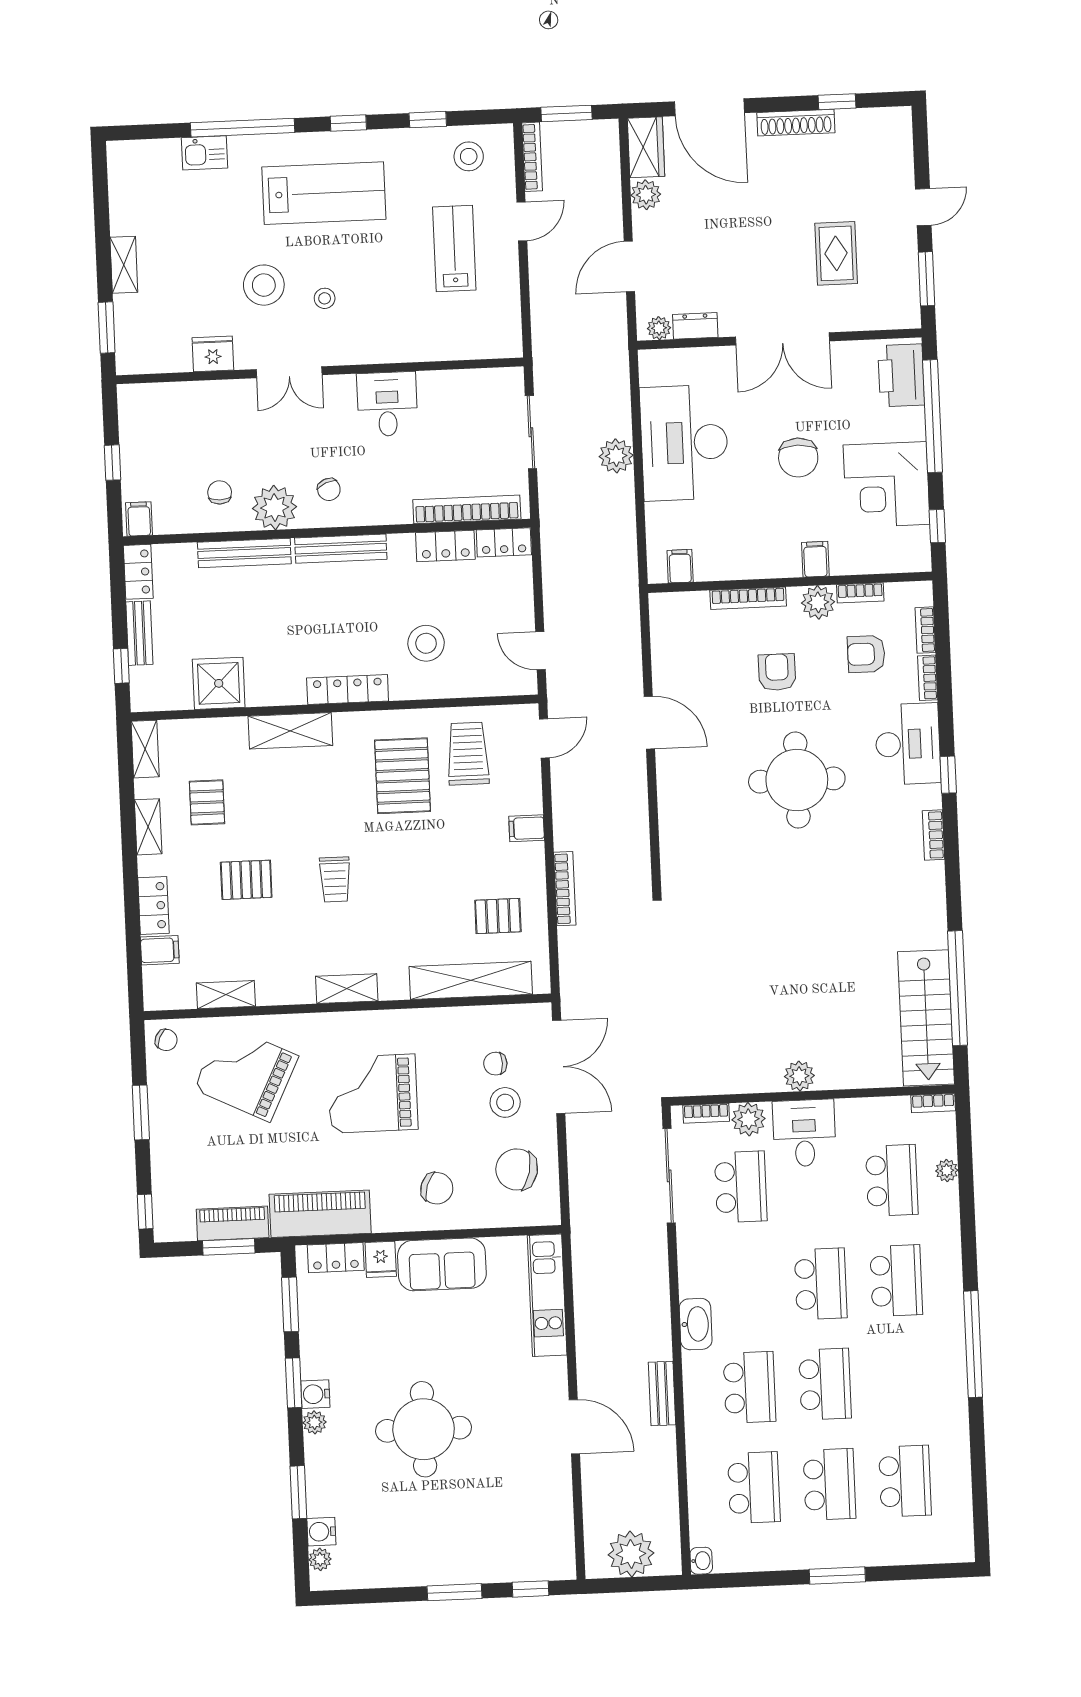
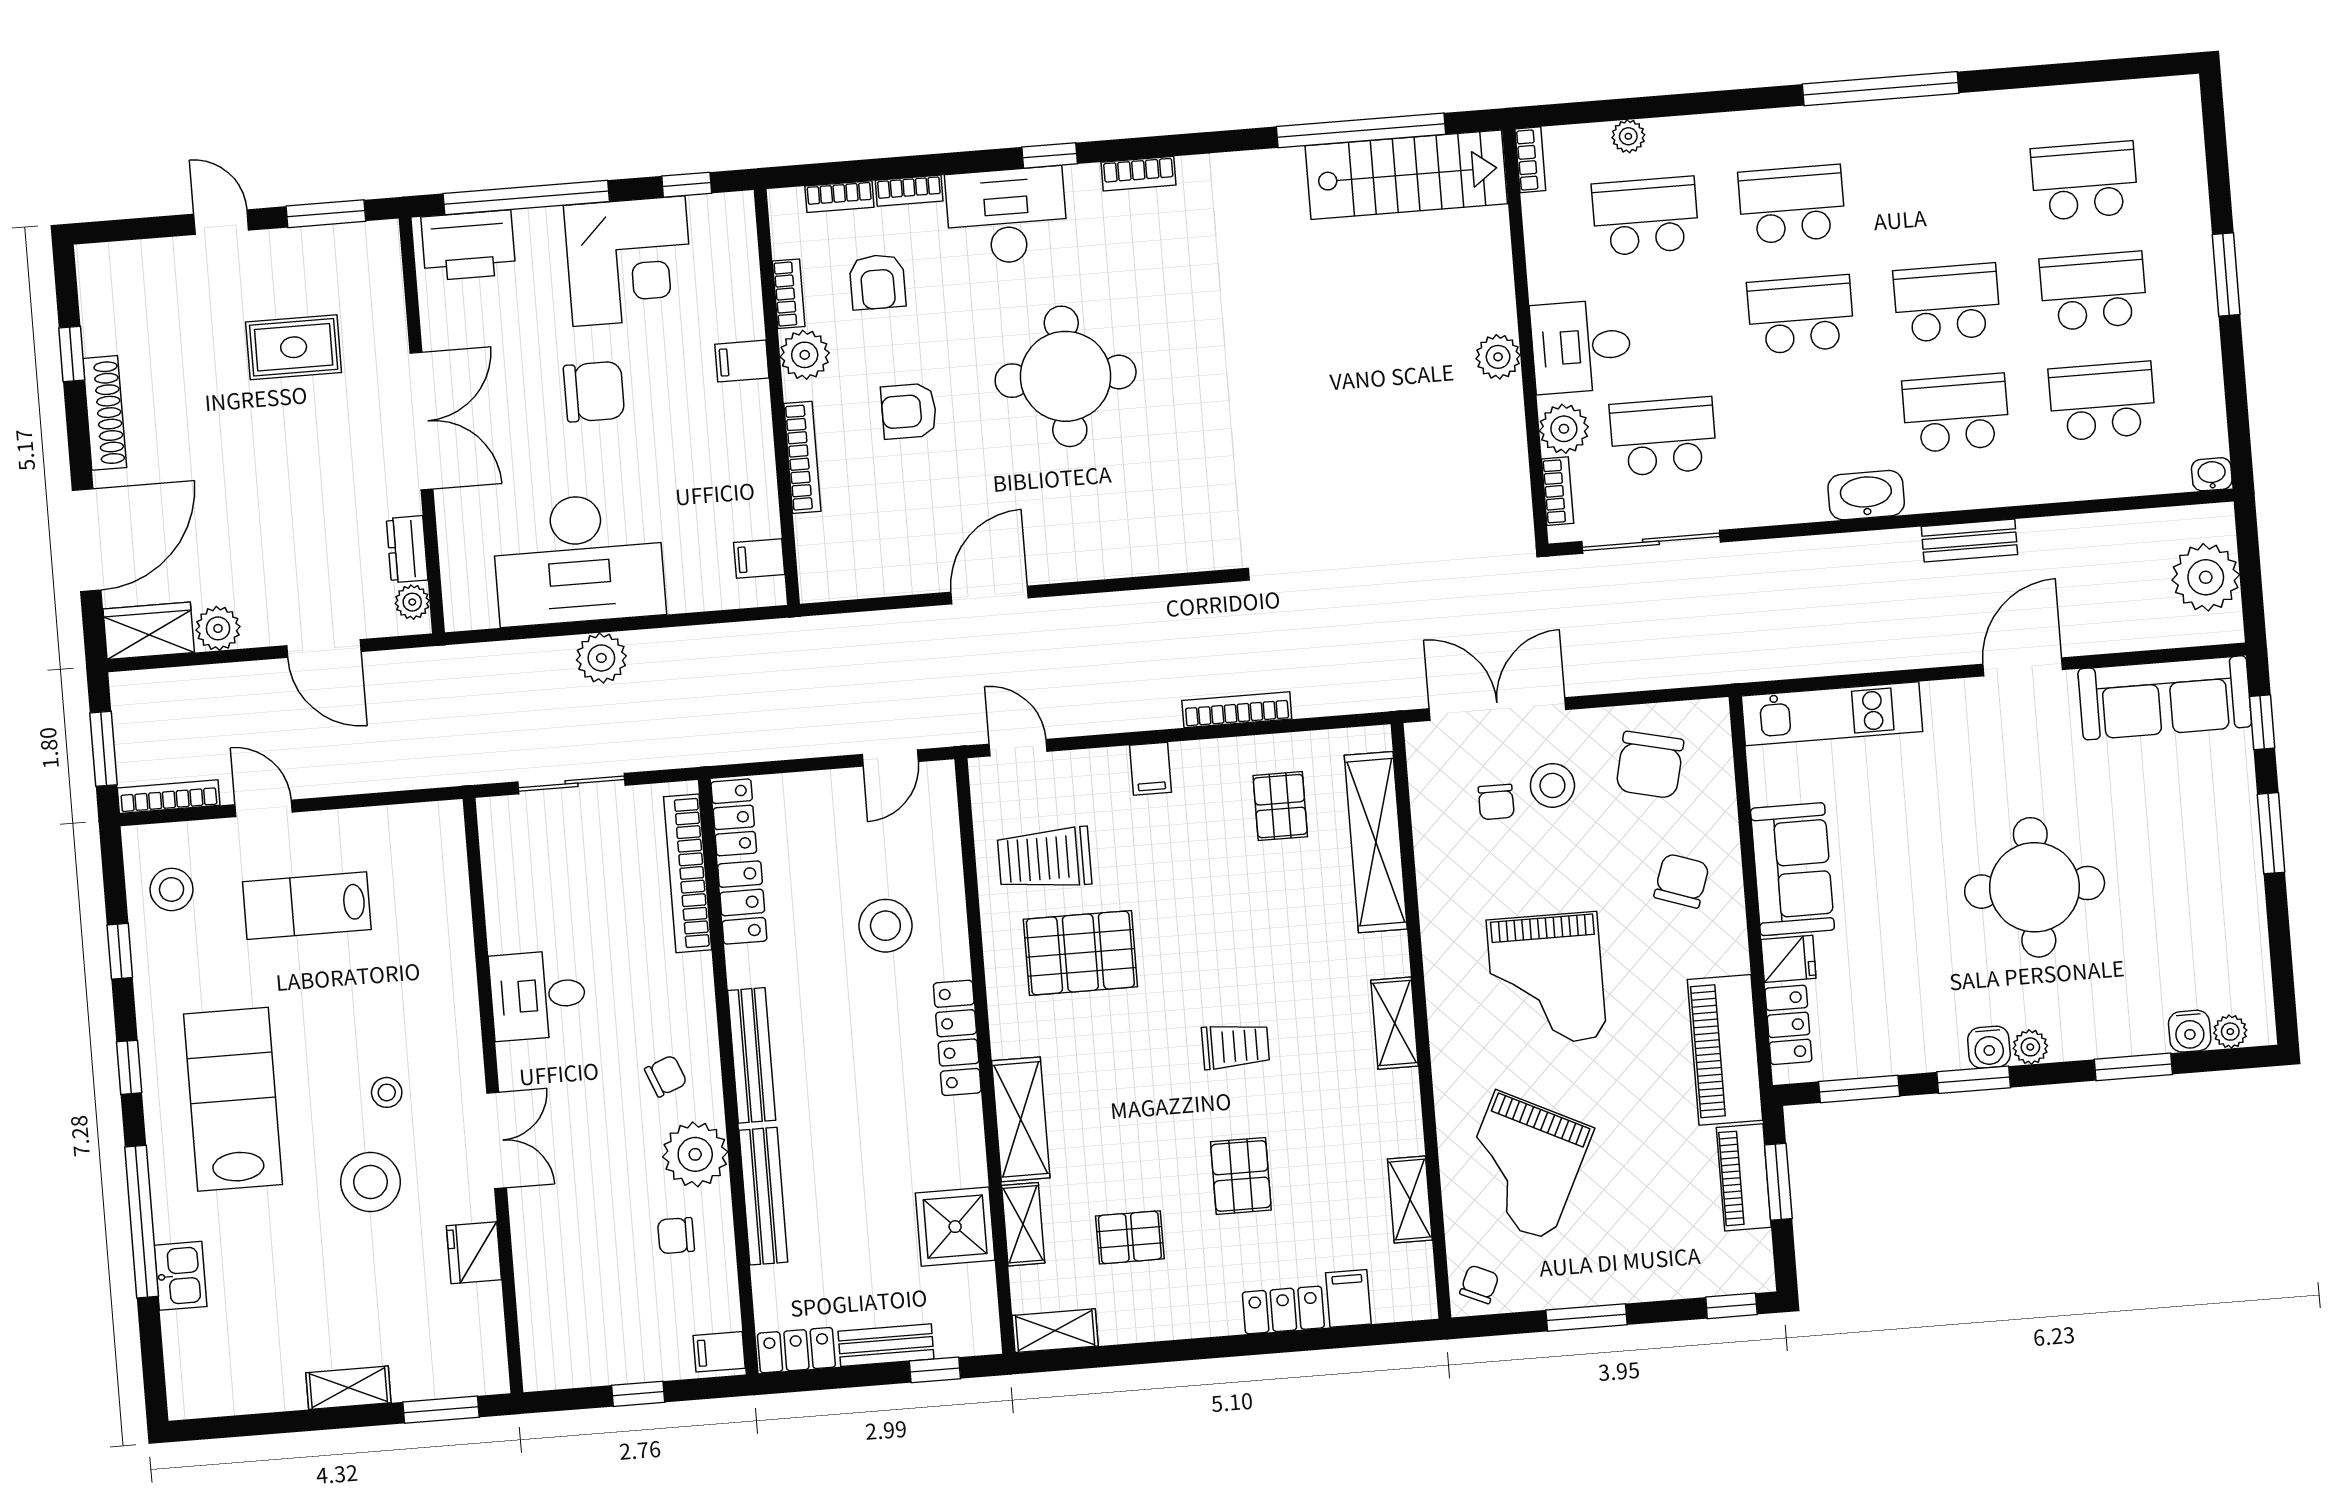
shelving: (148, 827) -> (1023, 1224), moved, turned 90
sofa: (550, 1523) -> (2165, 698), added

